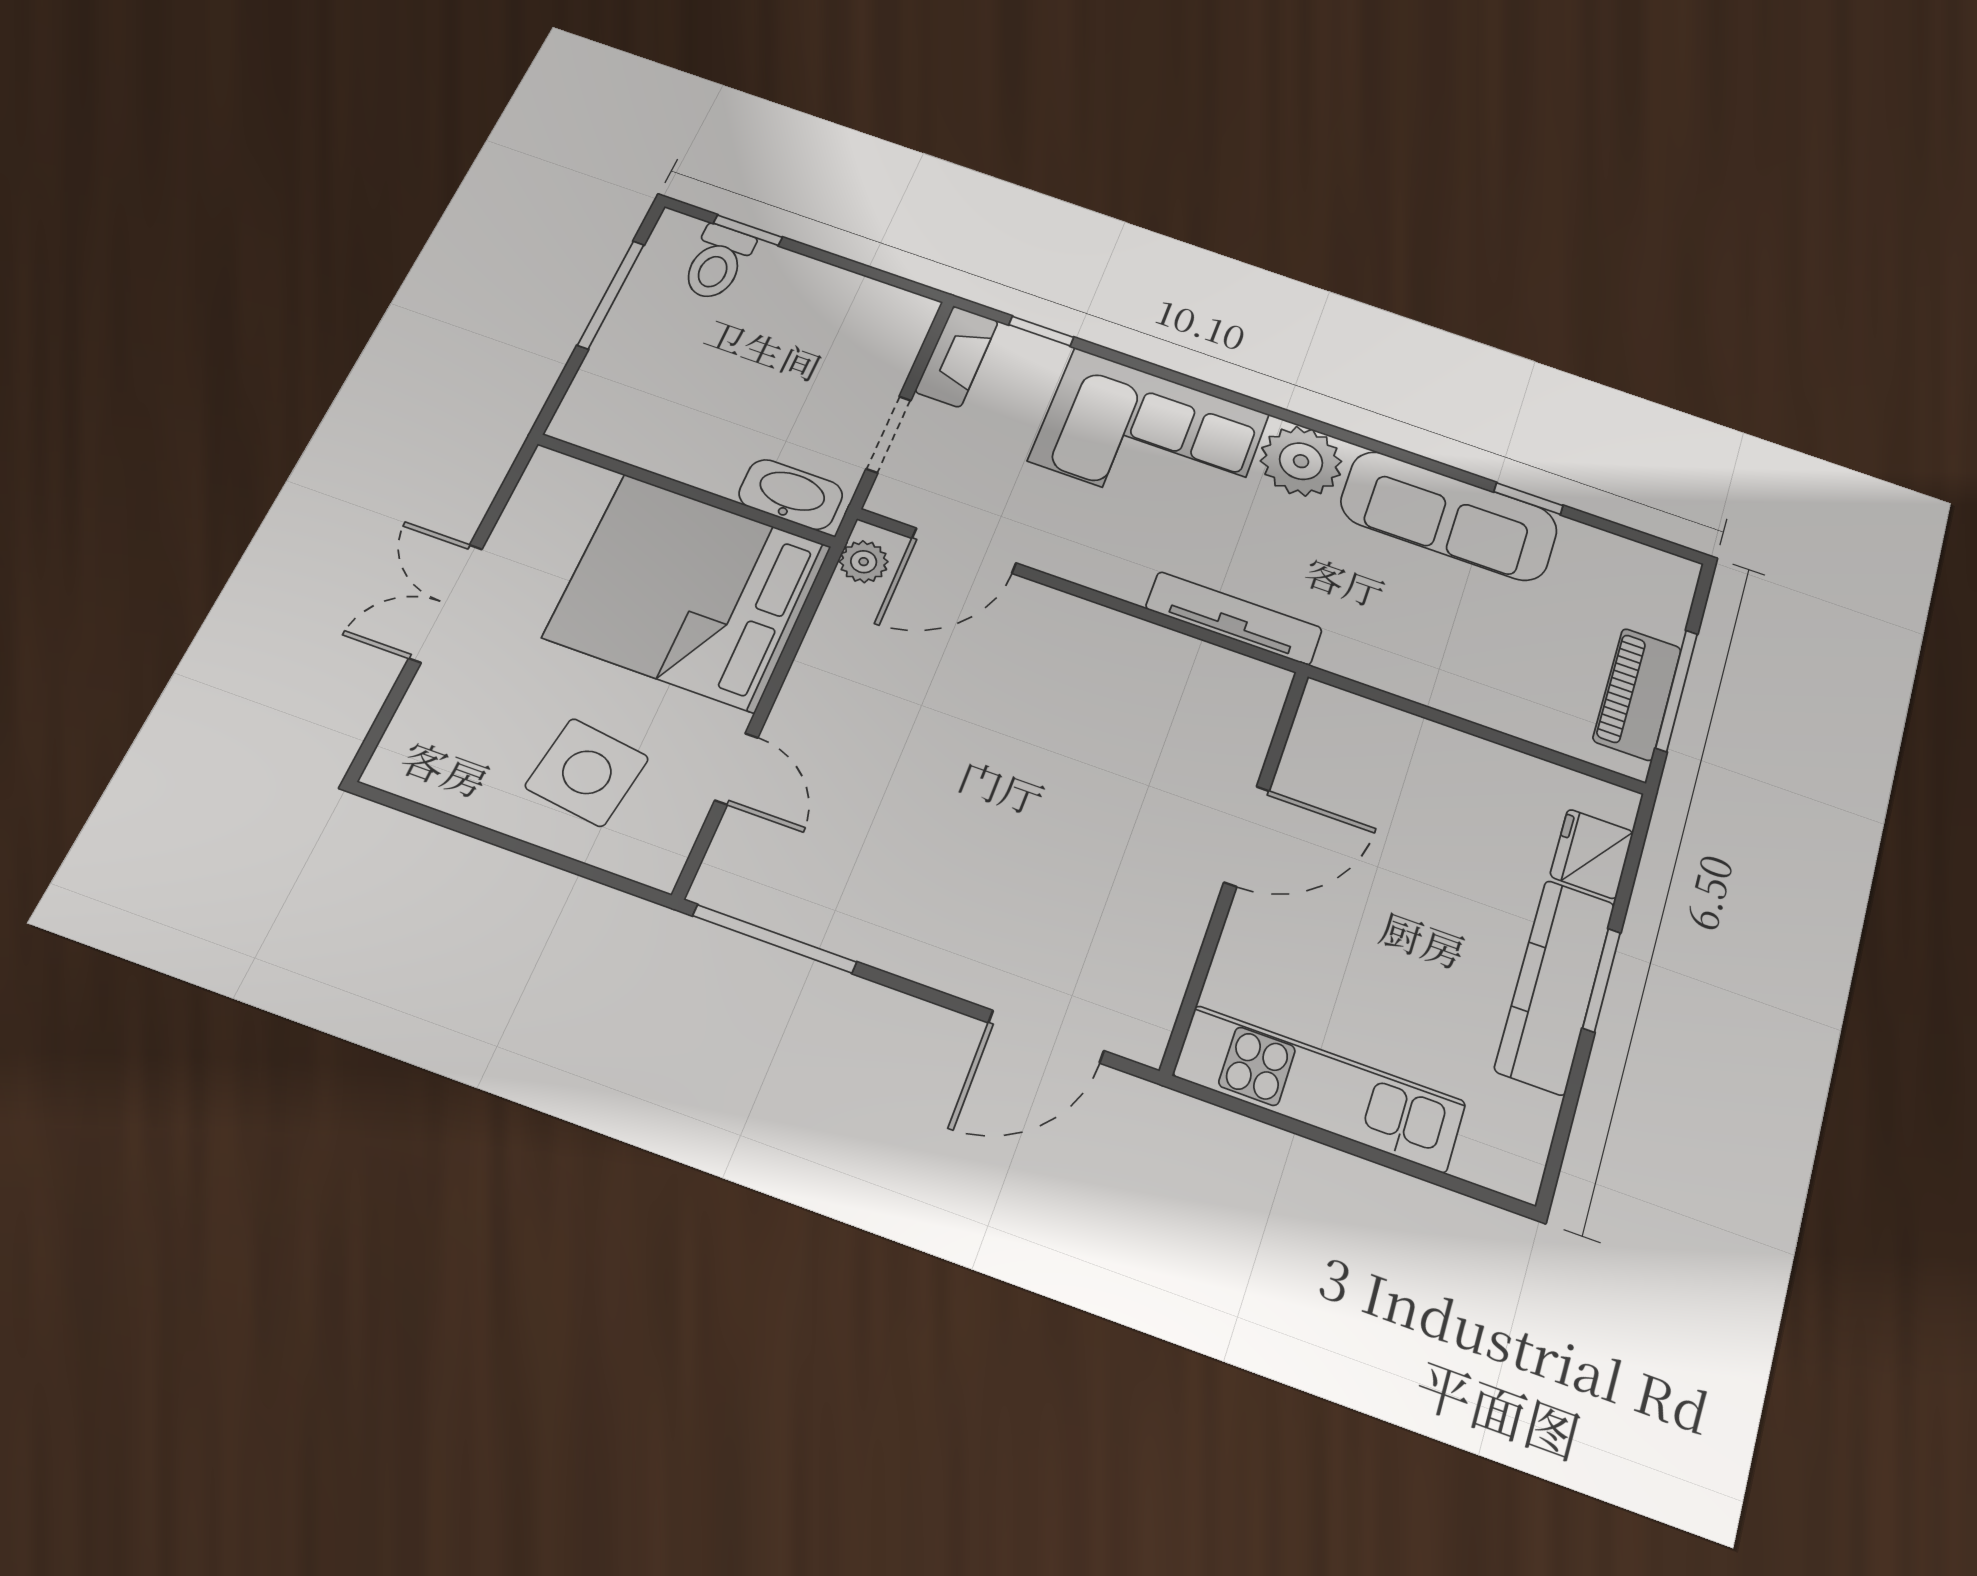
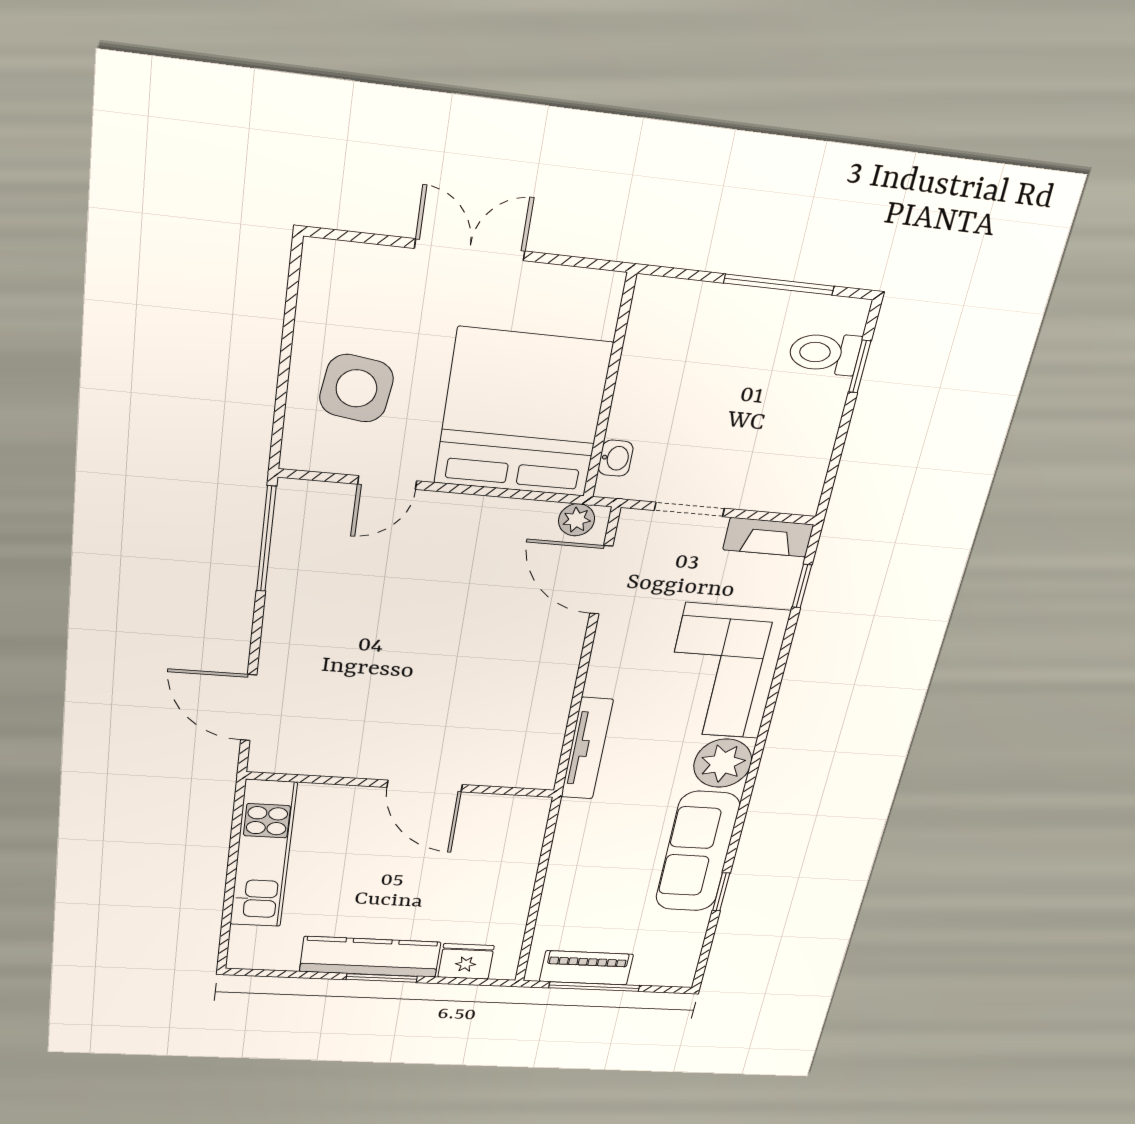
washbasin: (791, 494) -> (616, 458), width x0.52, depth x0.69

